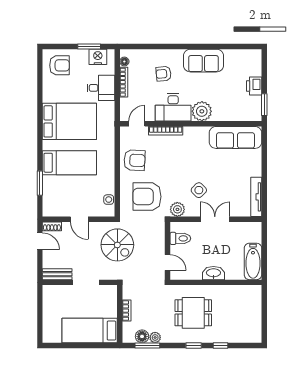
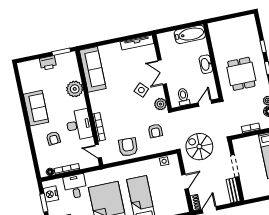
plant: (202, 111) -> (75, 89), moved
armchair: (147, 197) -> (155, 131), width x0.53, depth x0.53
spiral stairs: (117, 245) -> (199, 147), turned -90

